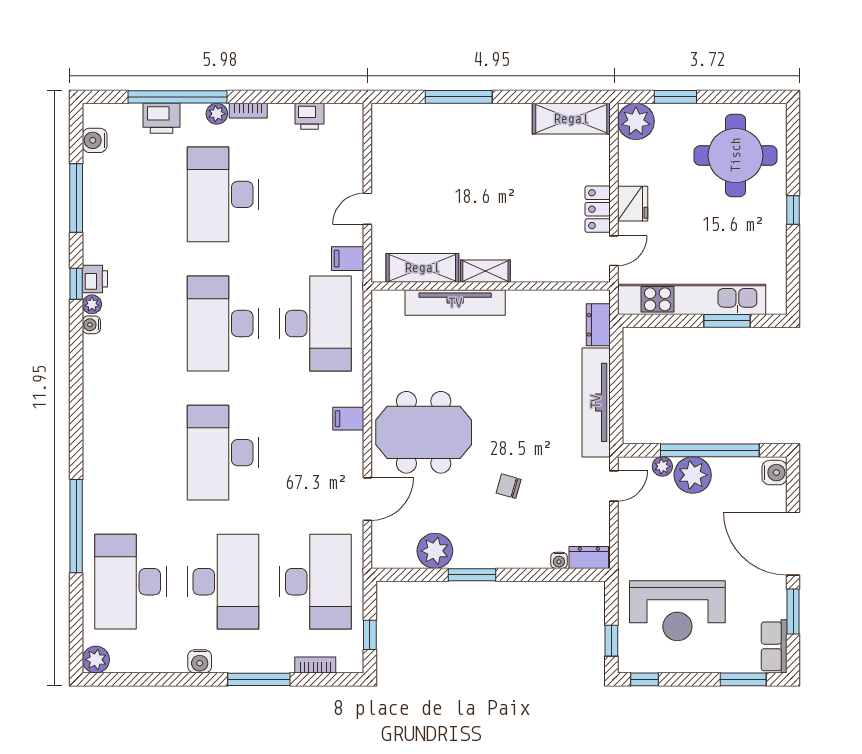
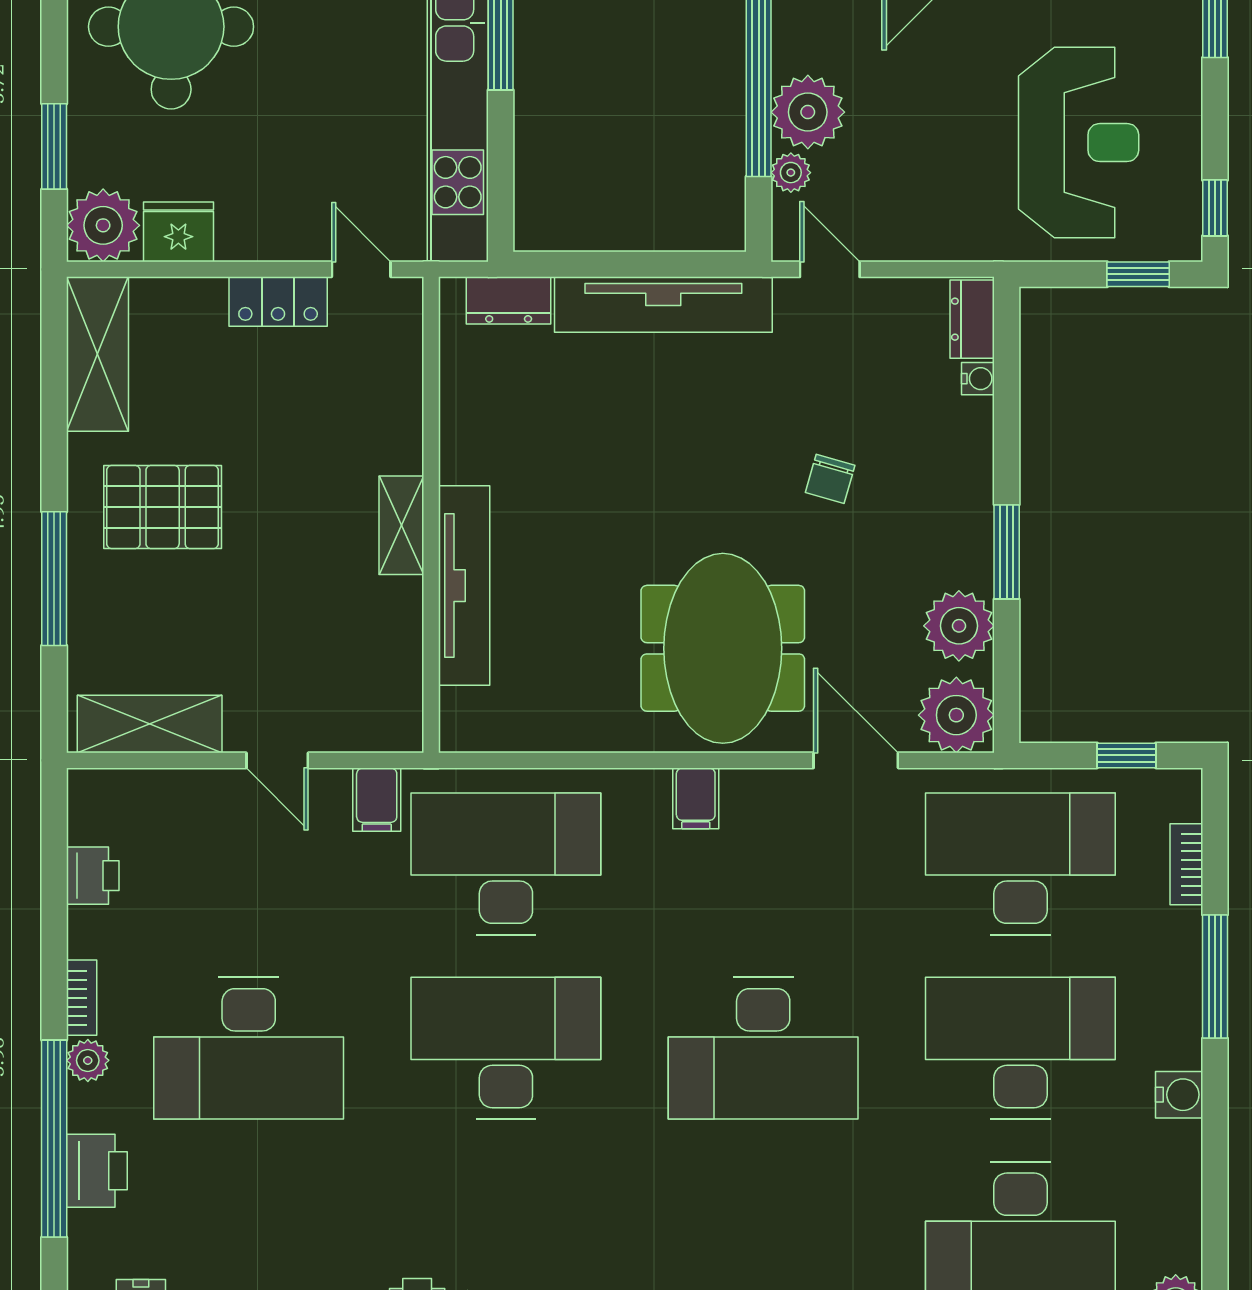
pallet: (494, 151) -> (163, 507), added
fridge: (633, 204) -> (178, 232), moved
shelving: (422, 268) -> (150, 724), moved, turned 90
desk: (223, 324) -> (506, 1048), turned 180
plant: (390, 549) -> (956, 715), added

